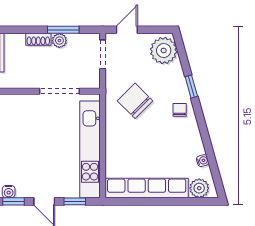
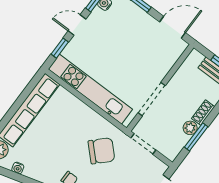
doorway: (103, 54) -> (143, 144), moved

